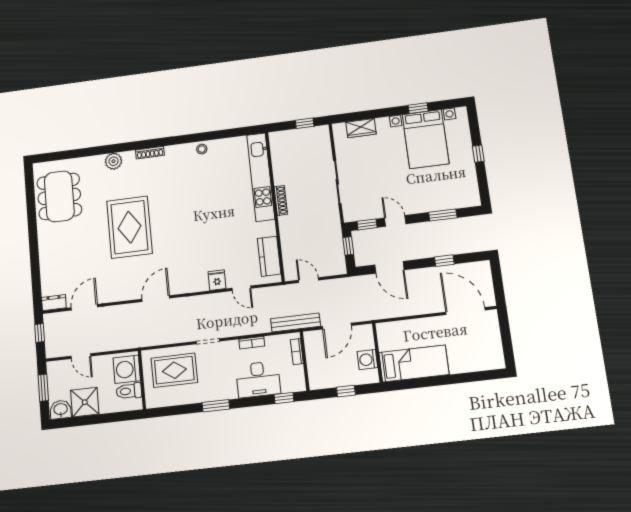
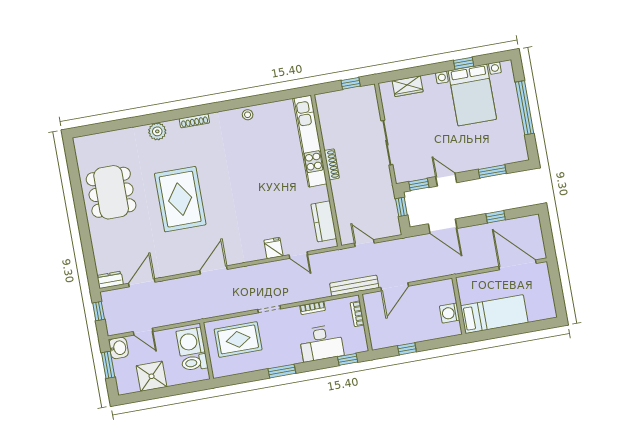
window: (478, 154) -> (525, 108), width x3.17
dining table: (59, 196) -> (111, 192), moved
wall: (377, 353) -> (459, 306), moved
washing machine: (367, 360) -> (450, 313), moved
bed: (414, 364) -> (494, 314), moved
washbasin: (61, 410) -> (119, 348), moved, turned 90

